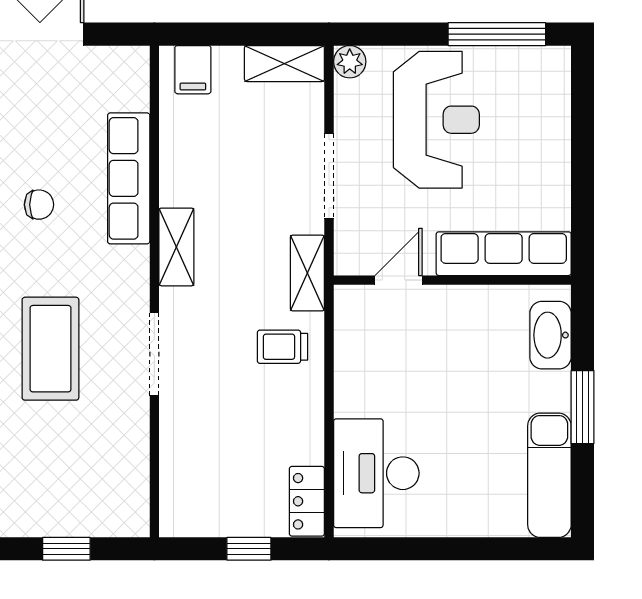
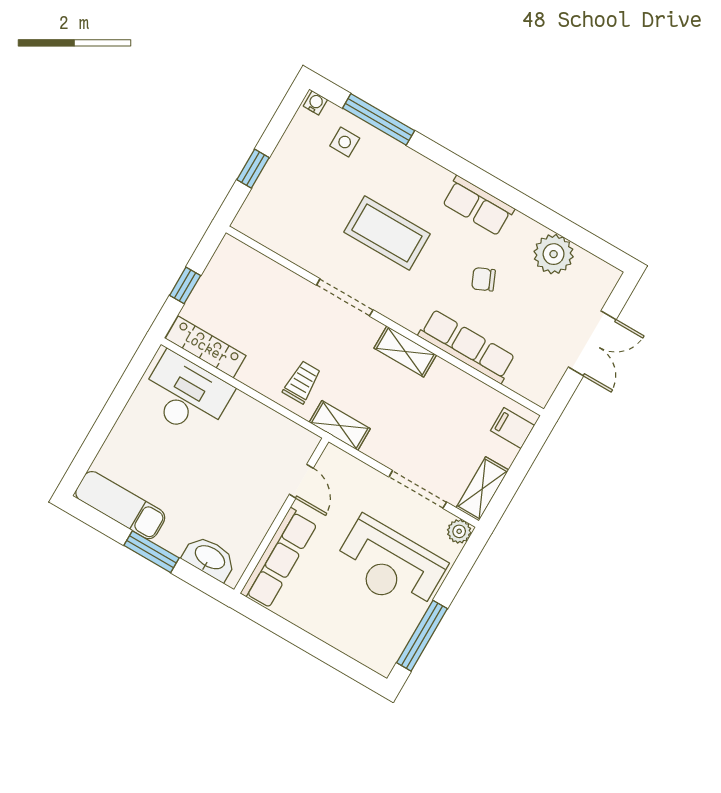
doorway: (329, 176) -> (418, 489), moved
chair: (39, 205) -> (483, 279), turned 66
locker: (307, 501) -> (206, 347), width x1.53

